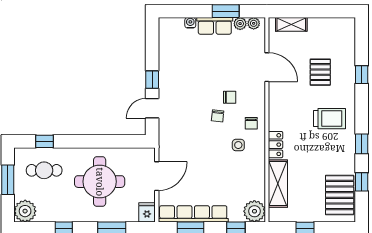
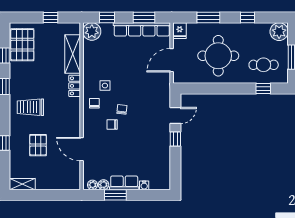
shelving: (291, 24) -> (22, 184), moved

